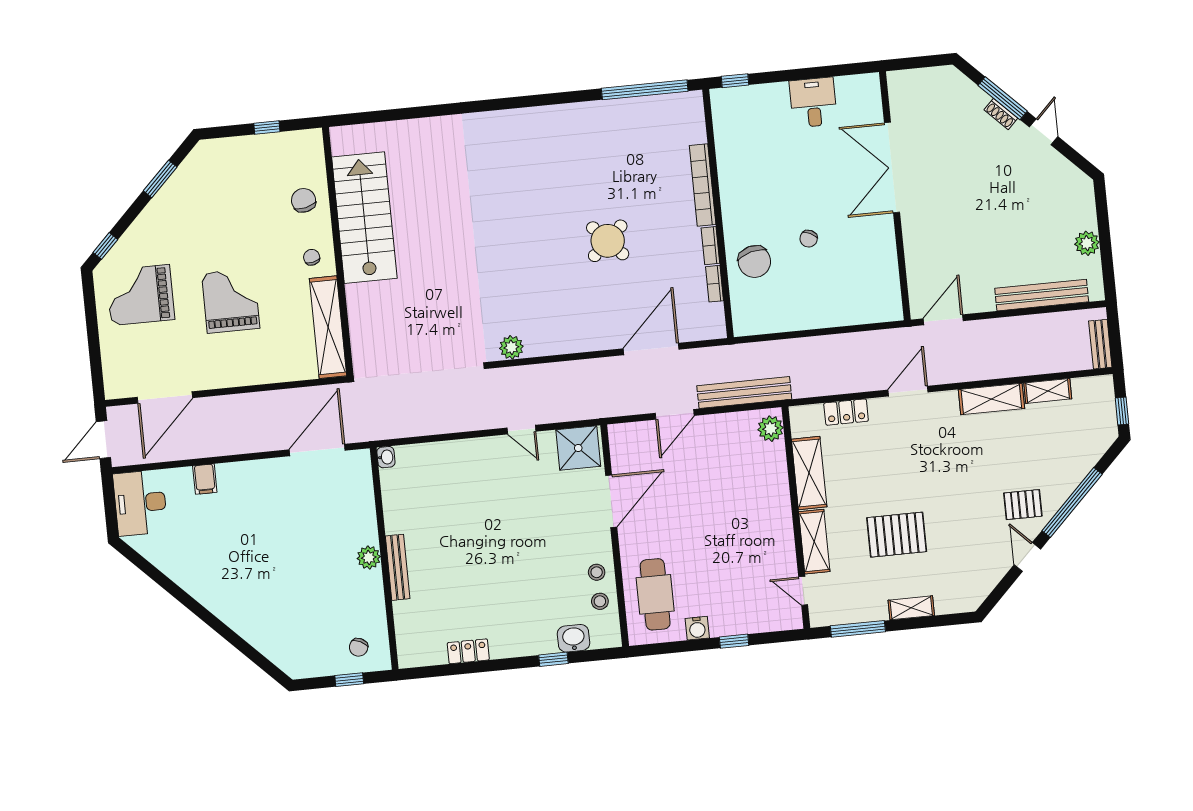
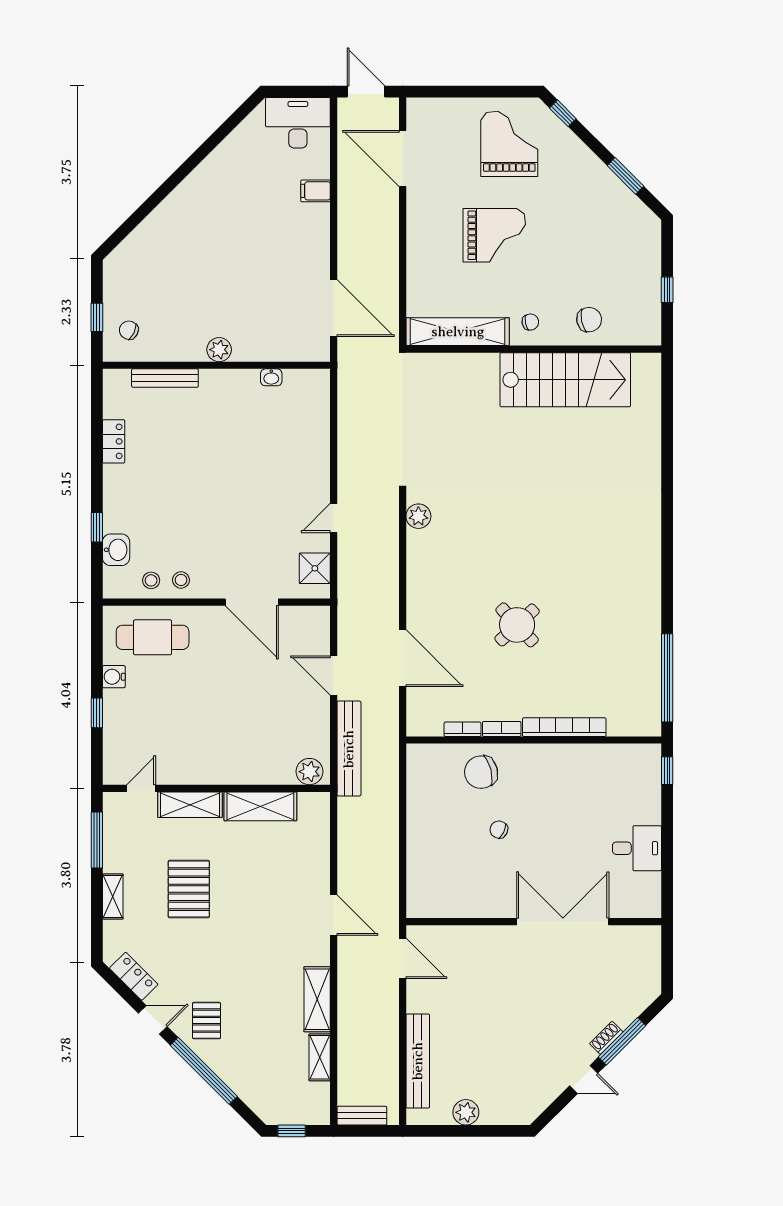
locker: (846, 412) -> (134, 976), moved, turned 135
shower: (578, 448) -> (315, 568), width x0.73, depth x0.73
washbasin: (386, 457) -> (271, 377), moved
bench: (398, 567) -> (165, 378), moved

